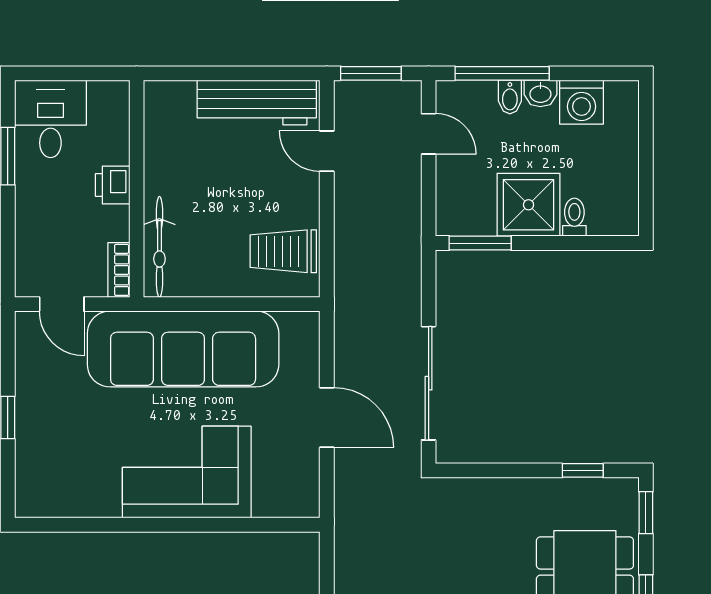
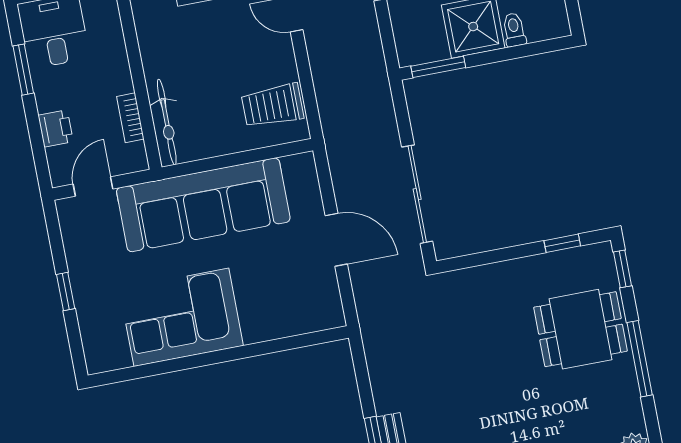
printer: (113, 185) -> (56, 128), moved, turned 180
bookcase: (119, 270) -> (130, 118), moved
door: (62, 304) -> (93, 186), swing flipped
corner sofa: (187, 472) -> (181, 317), moved

